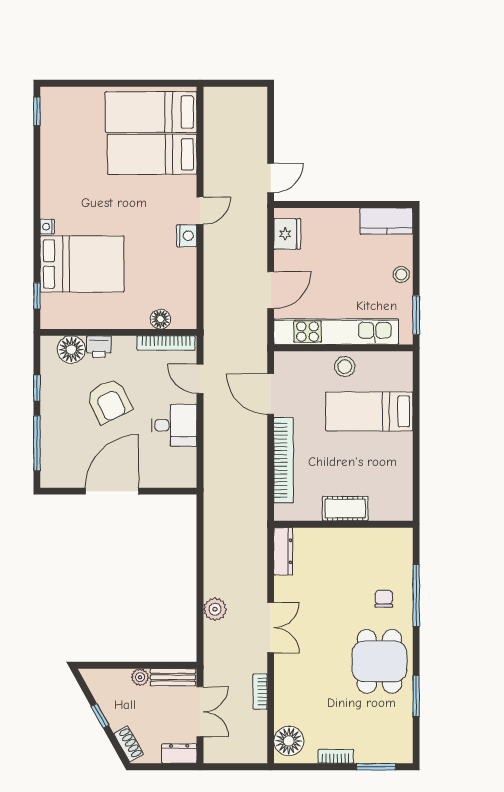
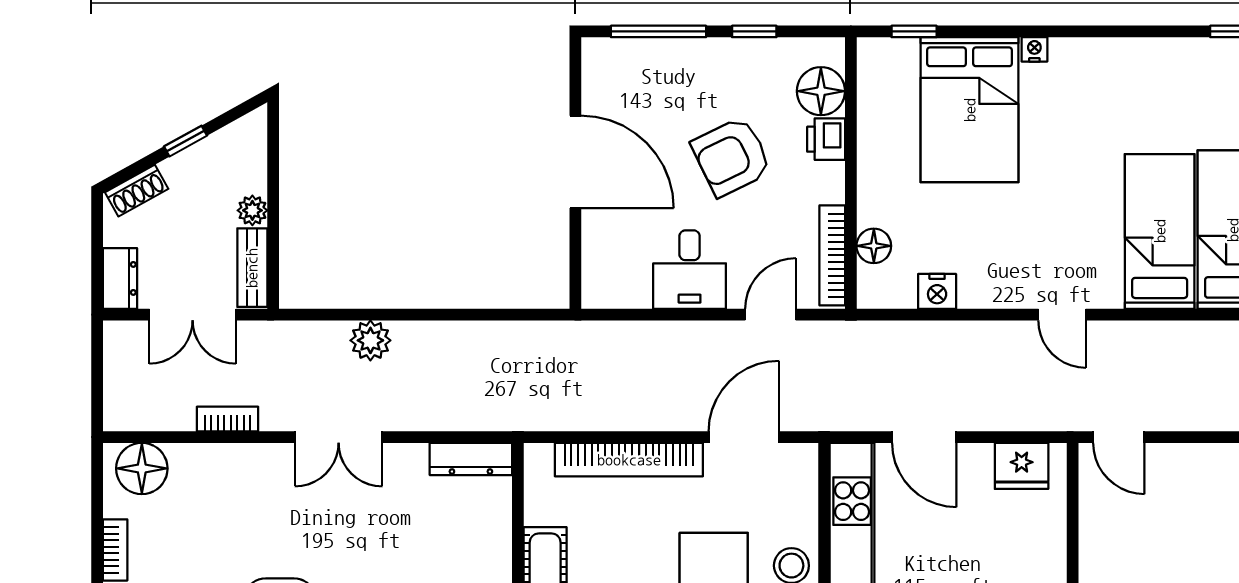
nightstand: (187, 236) -> (937, 291), moved

